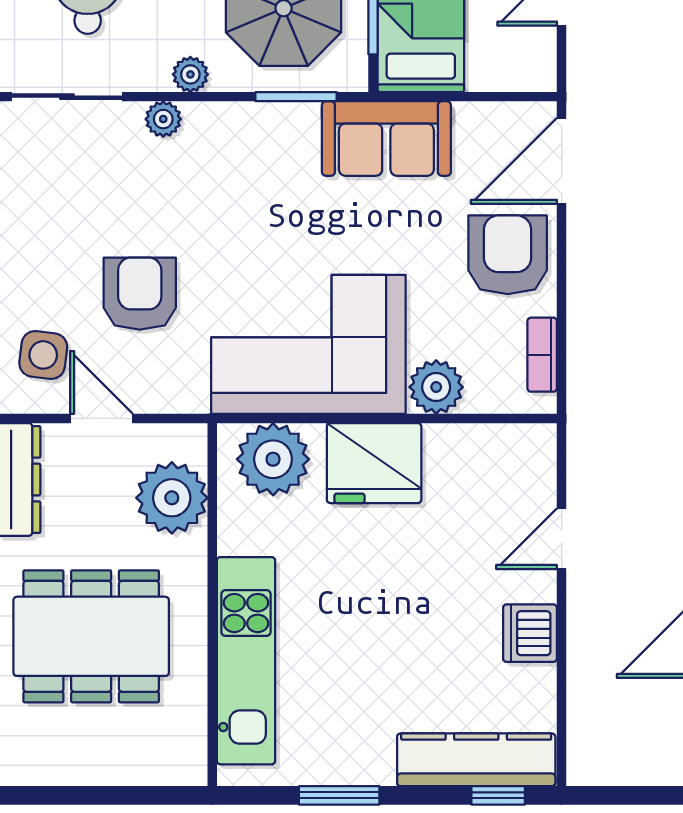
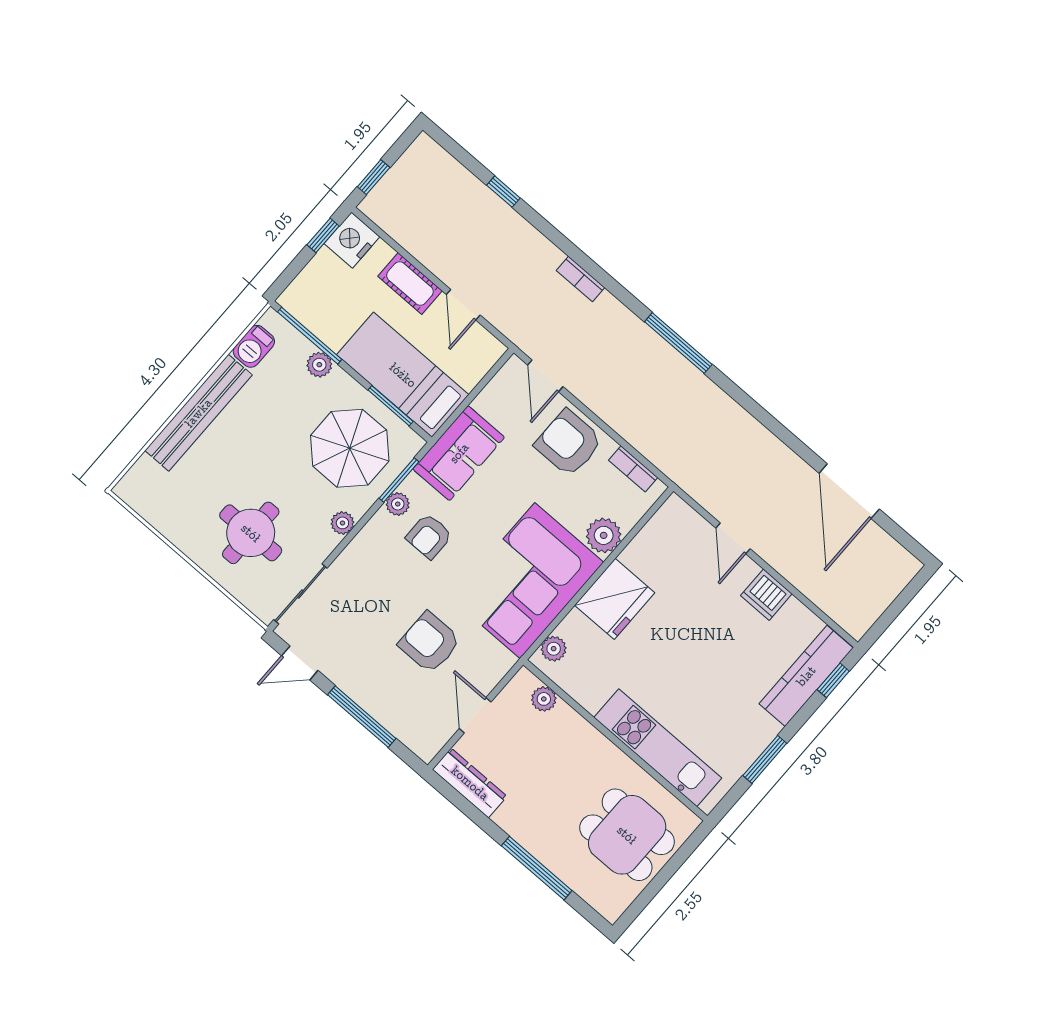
plant: (163, 119) -> (398, 504), moved
door: (562, 161) -> (545, 376), width x0.73
armchair: (261, 187) -> (429, 536), added
side table: (43, 355) -> (419, 717), removed
door: (101, 418) -> (475, 715), hinge flipped
plant: (273, 459) -> (554, 649), width x0.53, depth x0.53
plant: (172, 498) -> (544, 699), width x0.53, depth x0.53
dining table: (91, 636) -> (627, 835), moved, width x0.73

